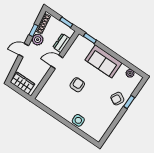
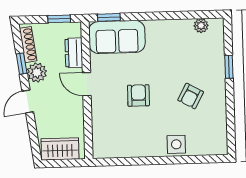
sofa: (103, 61) -> (117, 37), moved
door: (57, 62) -> (87, 84), hinge flipped
armchair: (117, 99) -> (191, 96), moved

